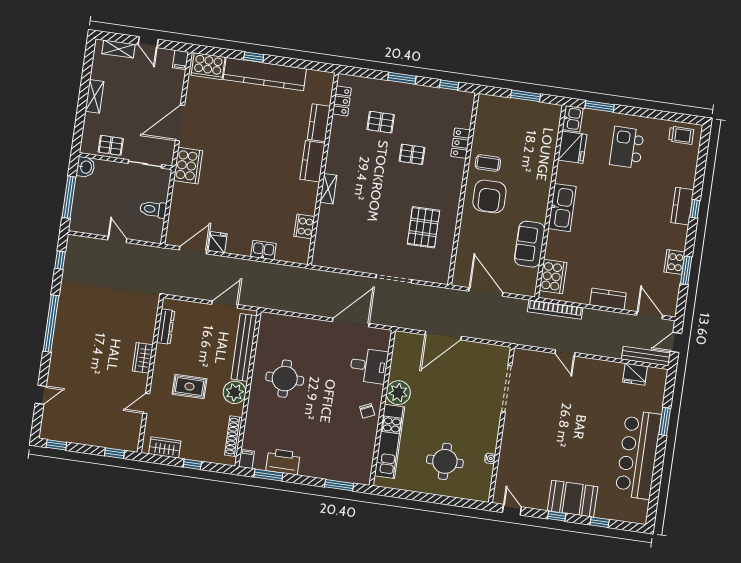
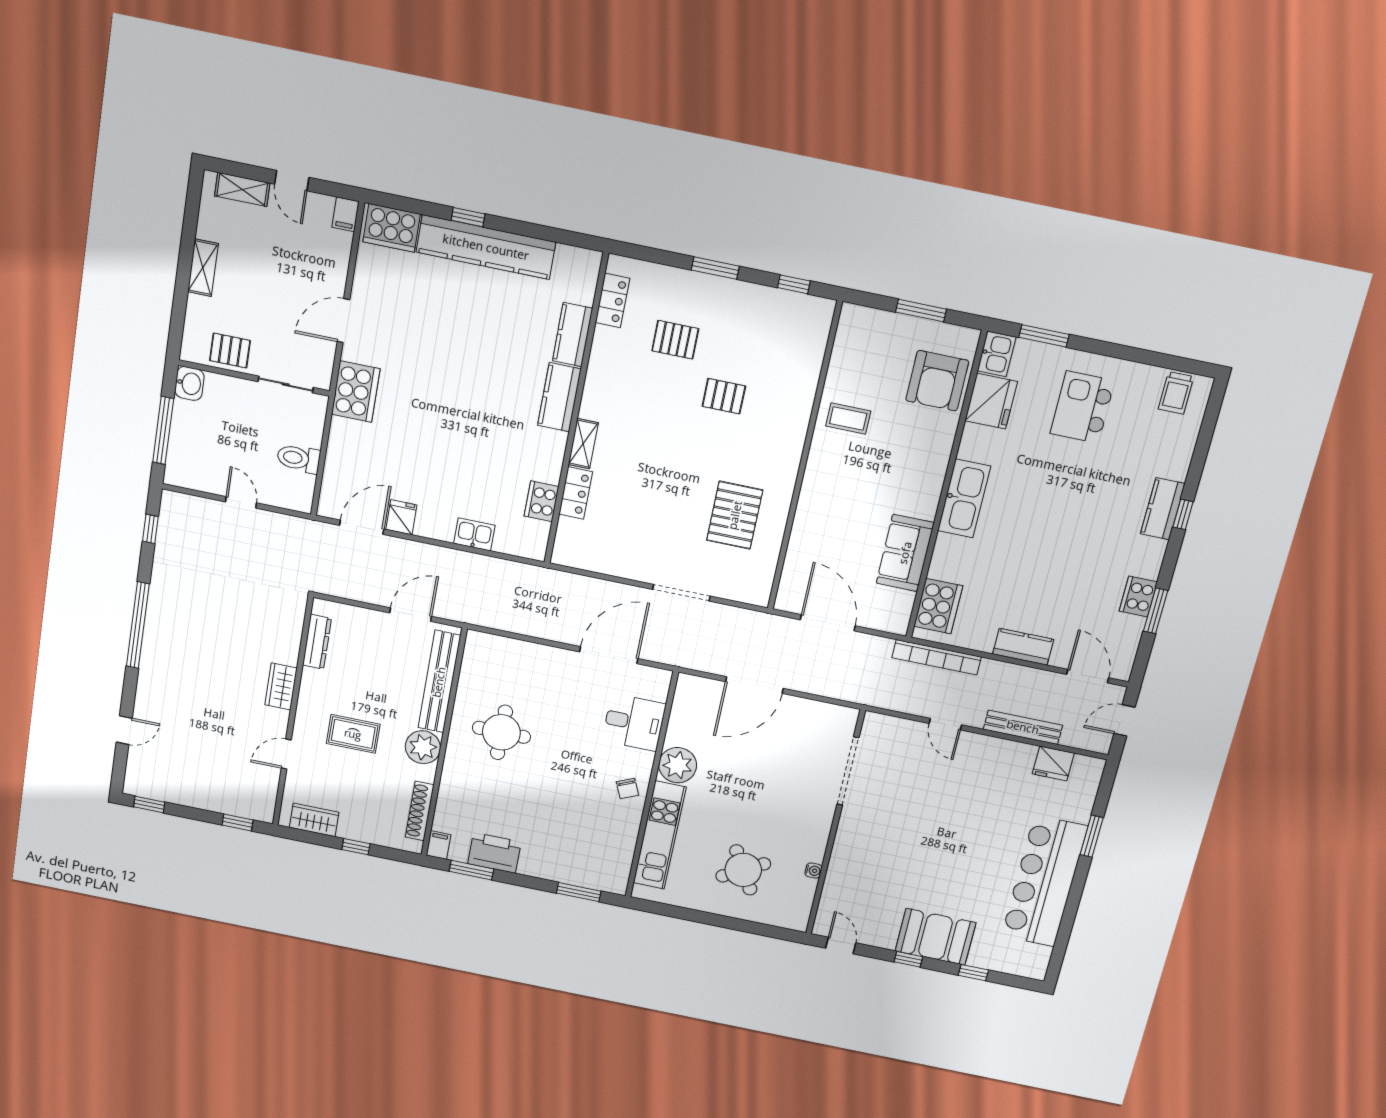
door: (180, 123) -> (343, 321), width x0.73
trolley: (681, 135) -> (1176, 393), turned 90
locker: (460, 143) -> (576, 493), moved, turned 180
armchair: (489, 197) -> (937, 381), moved
bench: (646, 356) -> (1023, 727), moved
round table: (445, 461) -> (743, 870), turned -30

